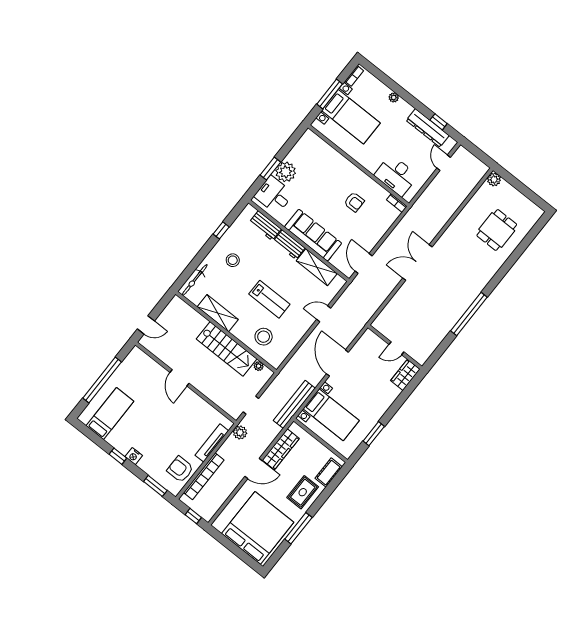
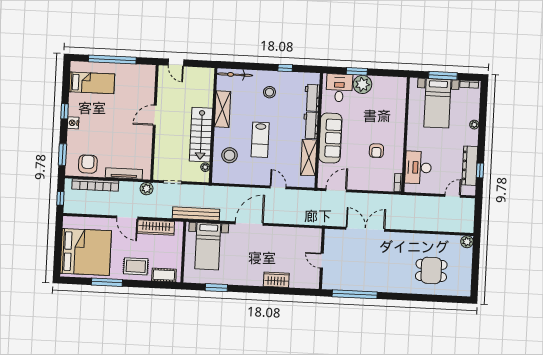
wall: (395, 347) -> (322, 259), moved
door: (396, 348) -> (322, 261), moved

